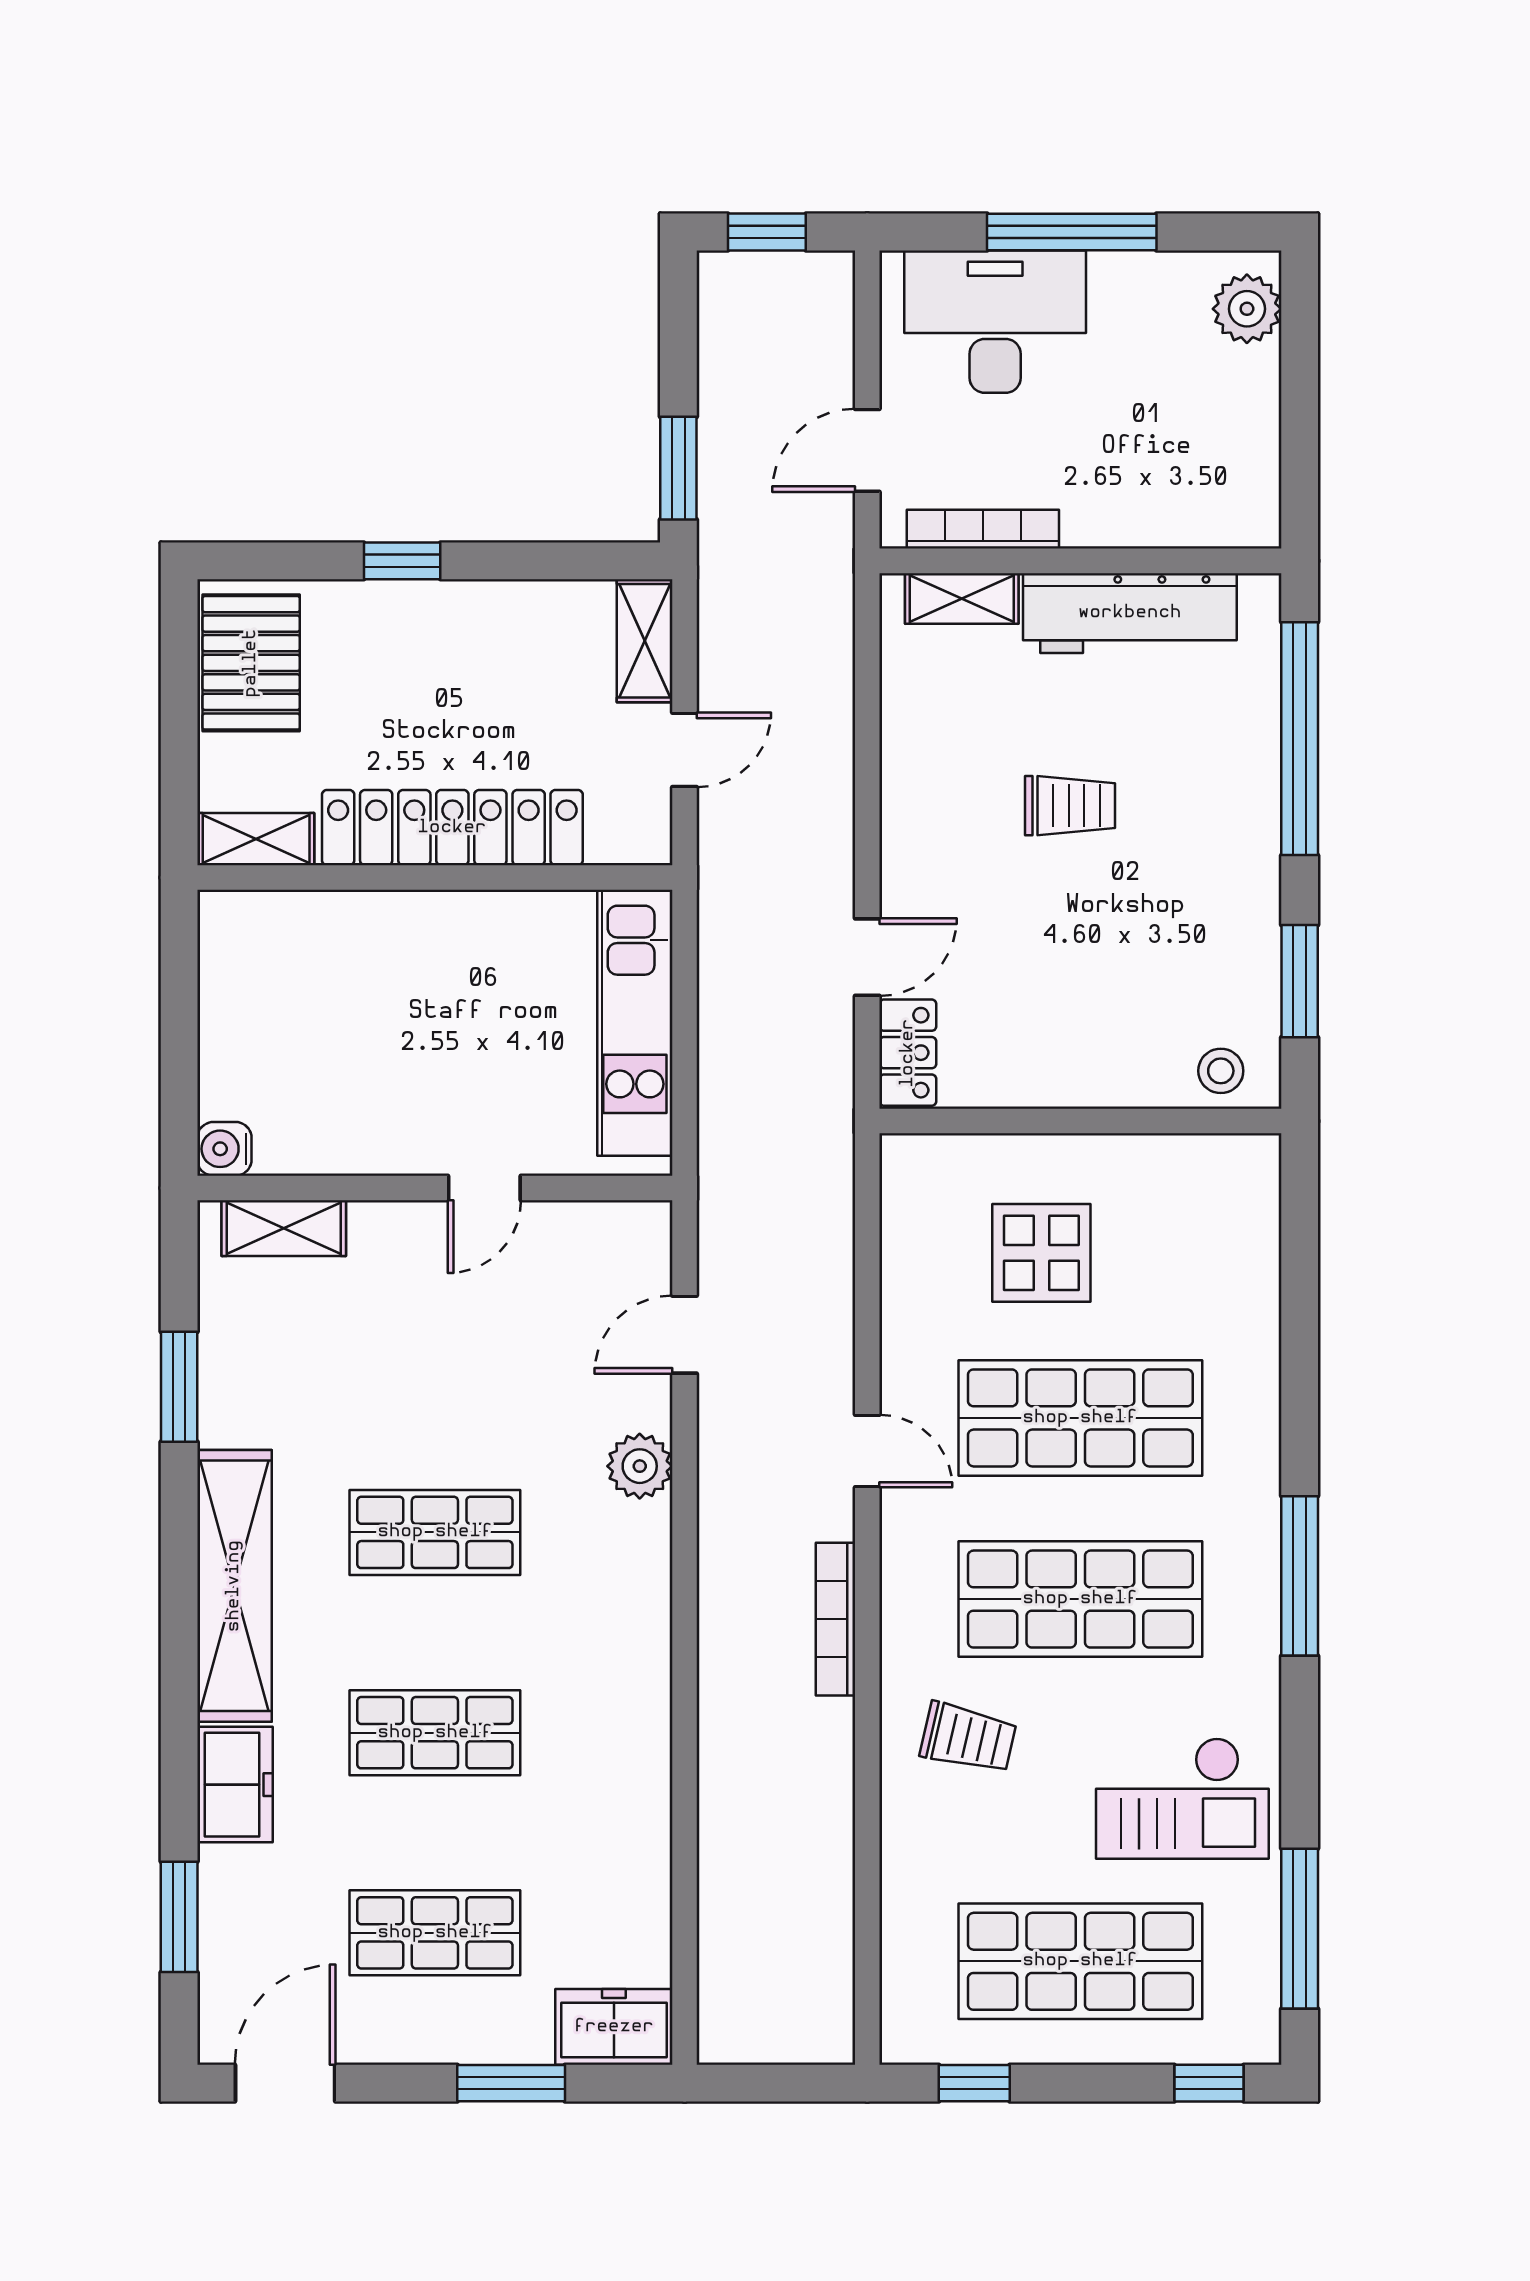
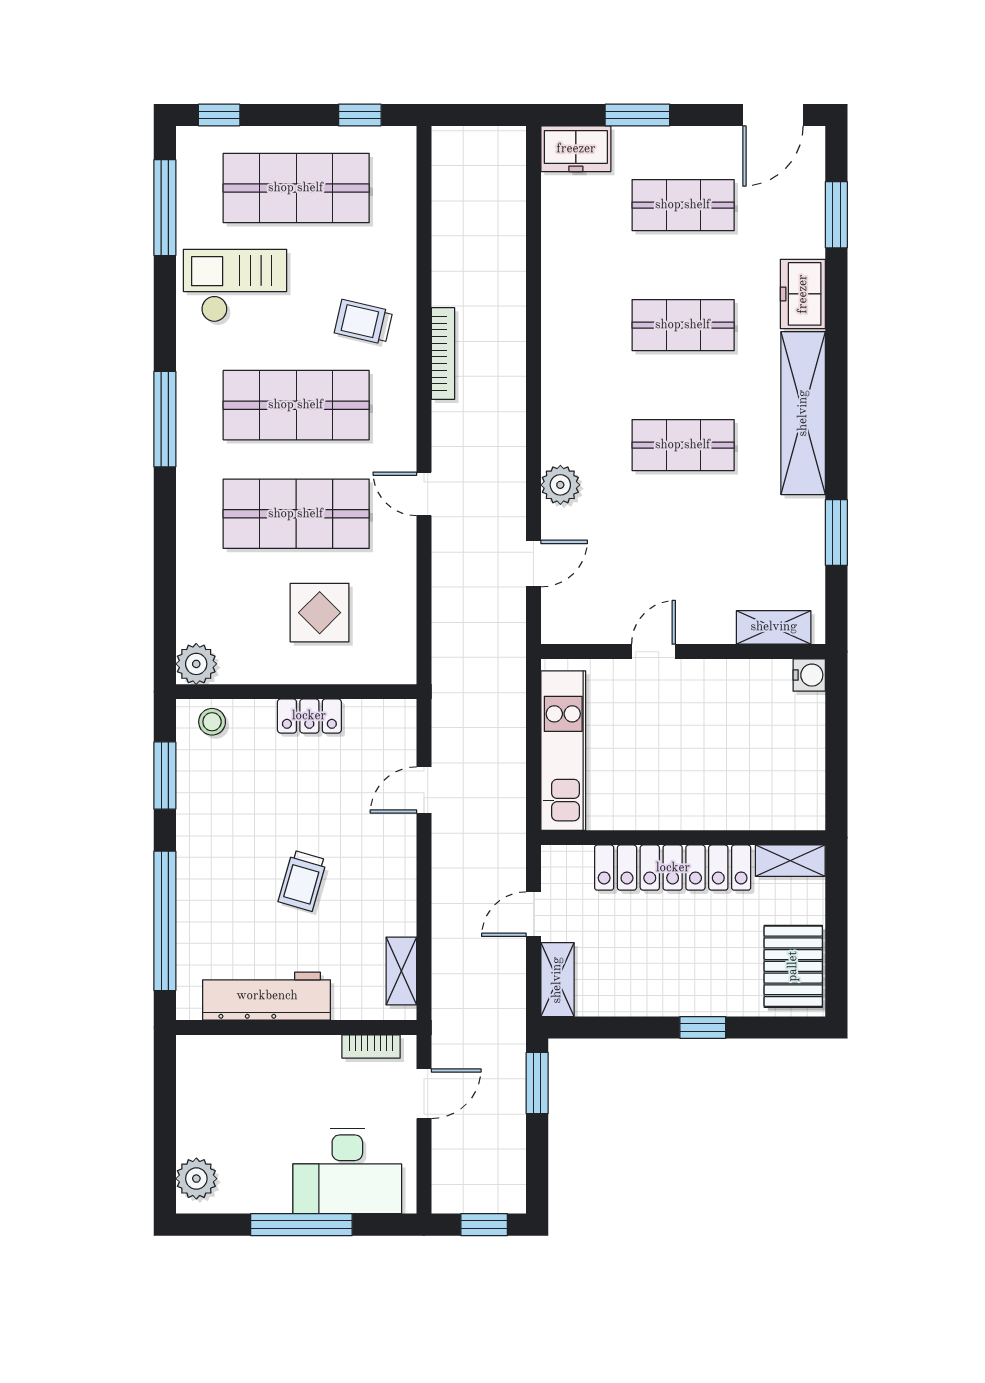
bookcase: (983, 529) -> (371, 1046), width x0.64
shelving: (962, 598) -> (401, 971), moved, turned 90
trolley: (1070, 806) -> (302, 881), turned -74
locker: (908, 1053) -> (309, 716), moved, turned -90
plant: (1247, 1167) -> (196, 664), added
bookcase: (835, 1619) -> (443, 354), moved

